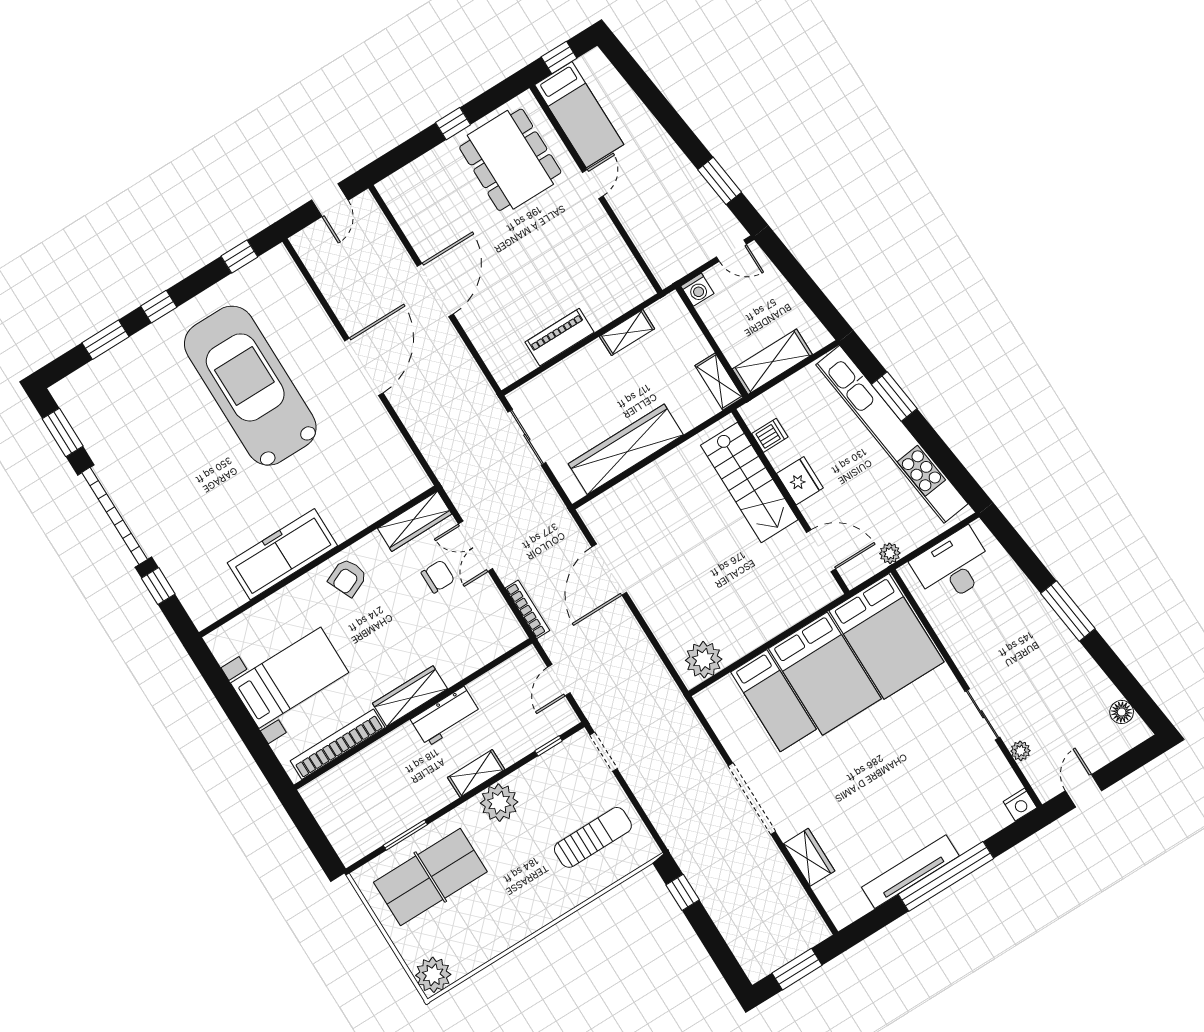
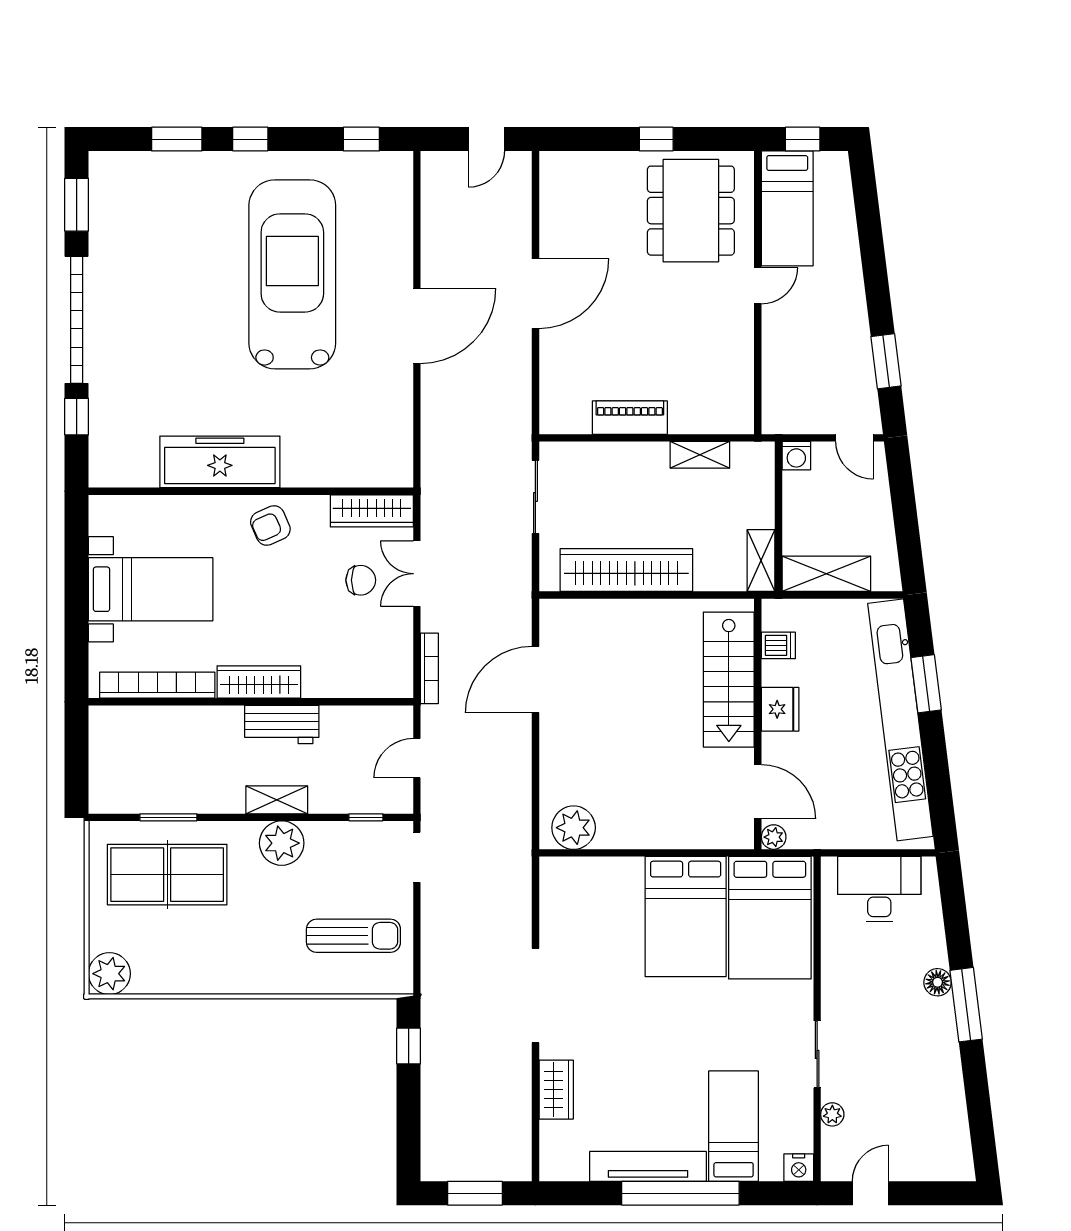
plant: (890, 553) -> (774, 837), moved
bed: (774, 701) -> (734, 1126), moved, turned 180
floor lamp: (1122, 712) -> (938, 982), moved

